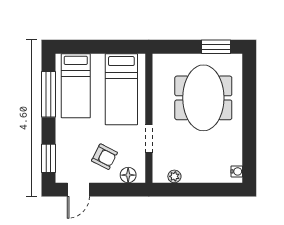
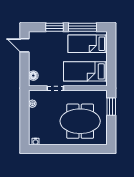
window: (216, 47) -> (111, 107), moved
armchair: (104, 157) -> (44, 61), removed
window: (49, 158) -> (55, 27), moved

